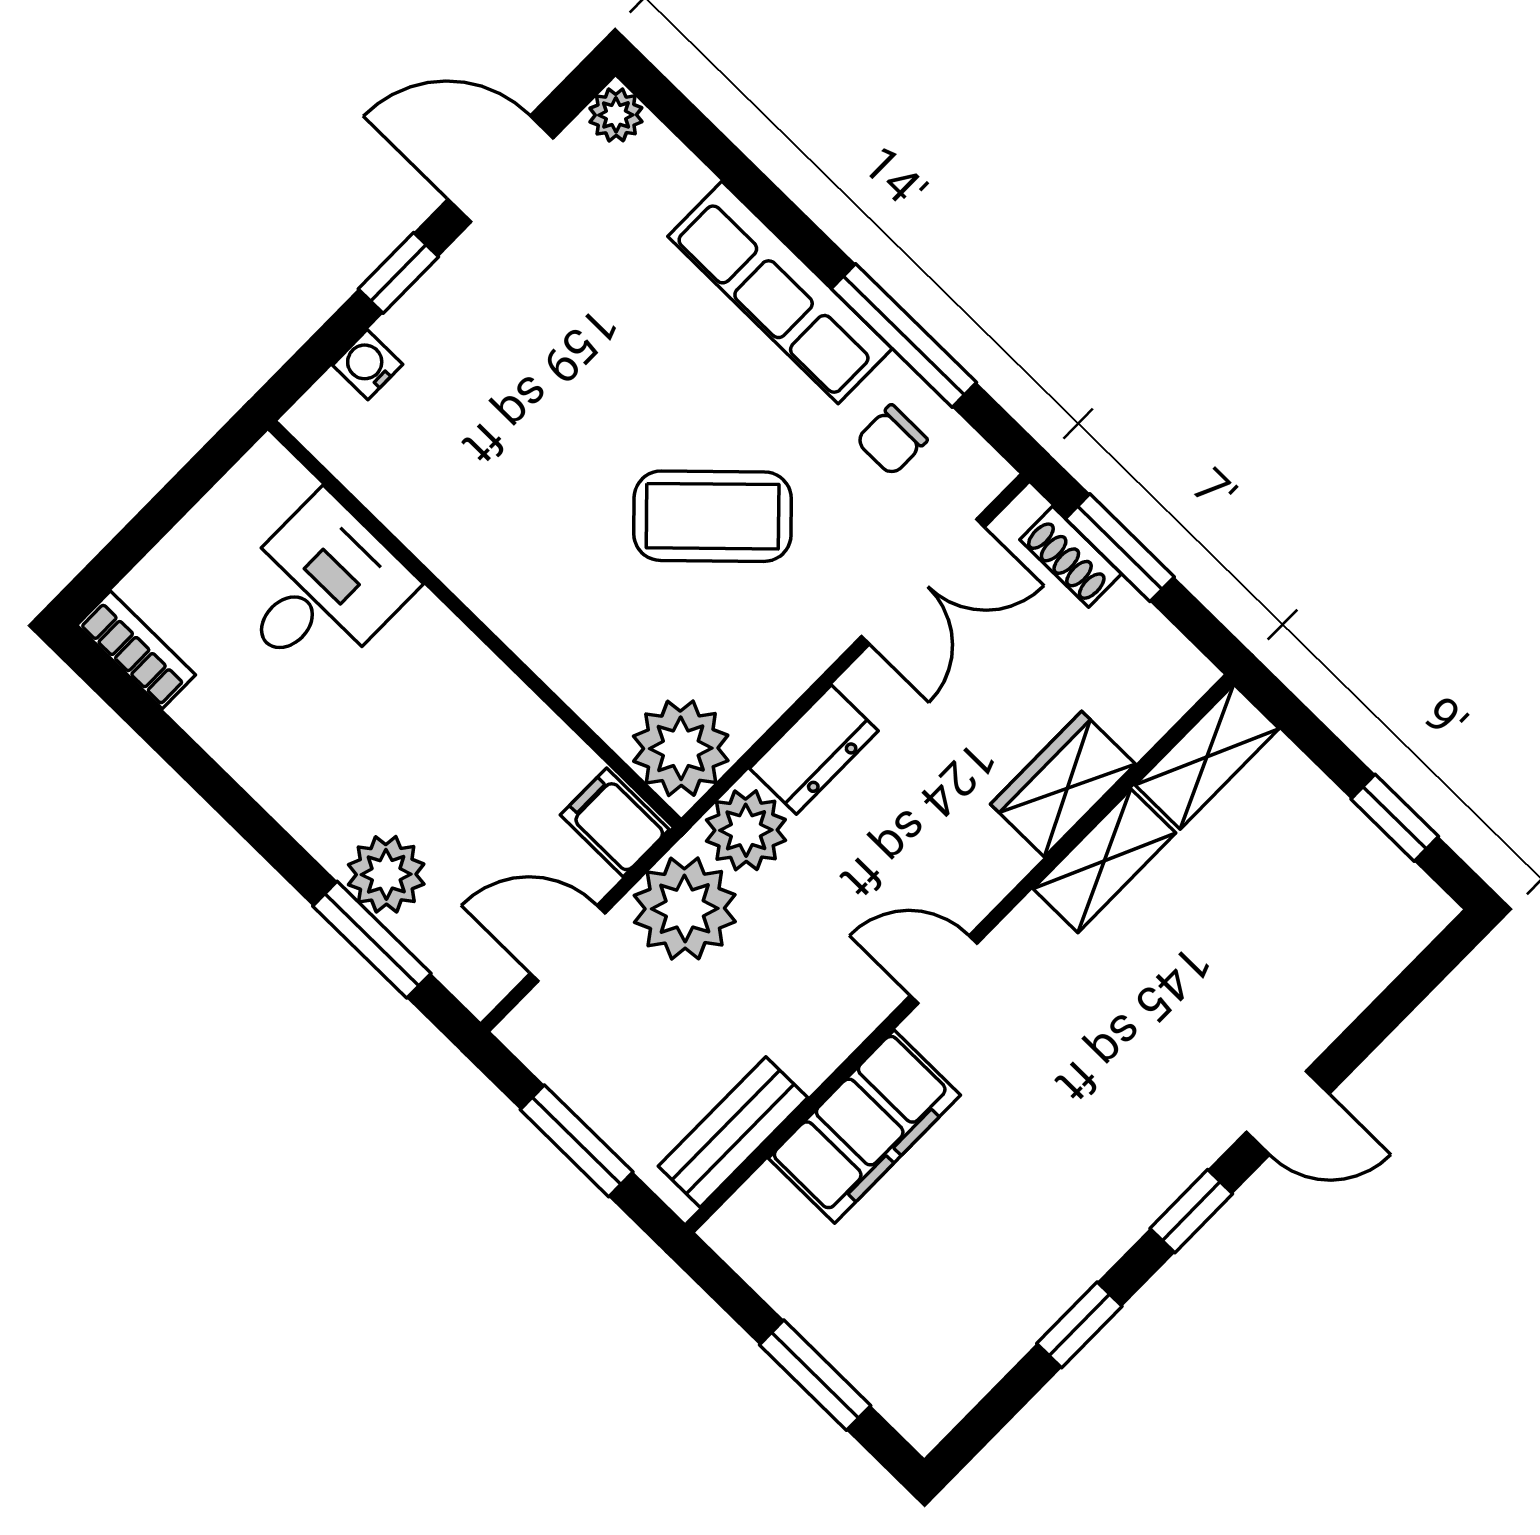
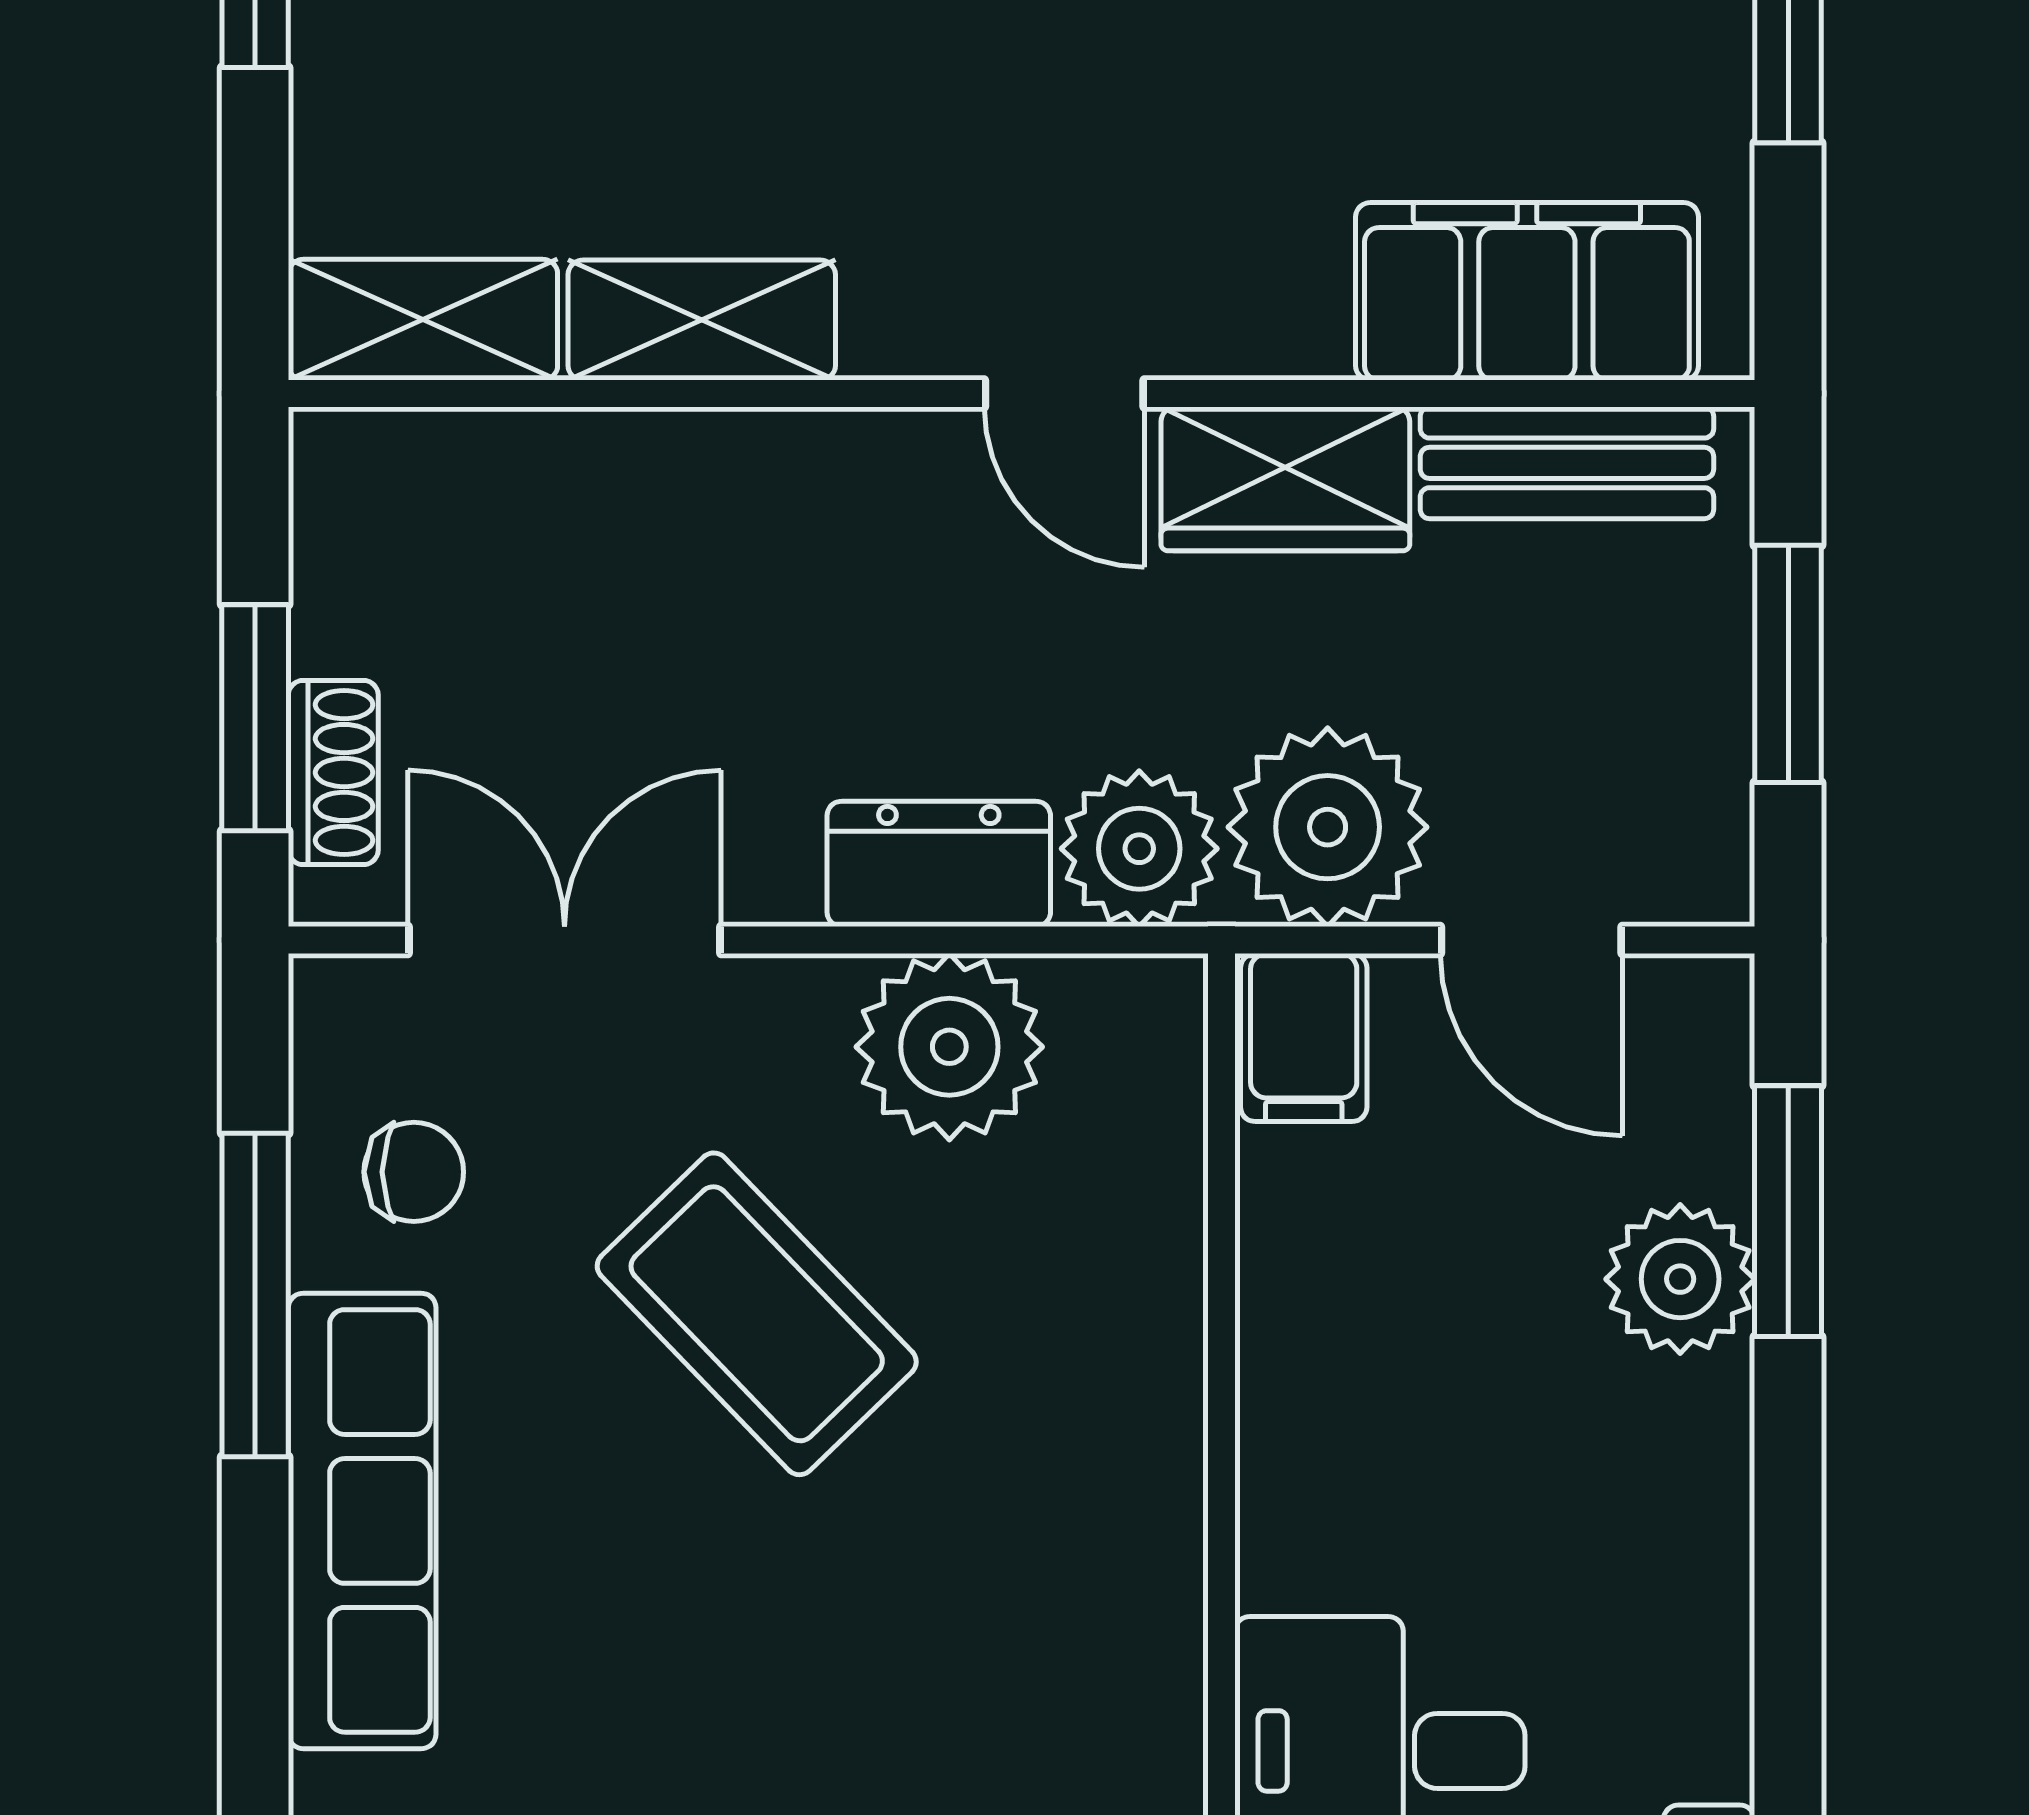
plant: (681, 748) -> (949, 1047), moved
wardrobe: (1063, 784) -> (1285, 479), moved
filing cabinet: (864, 1127) -> (1527, 291), moved

